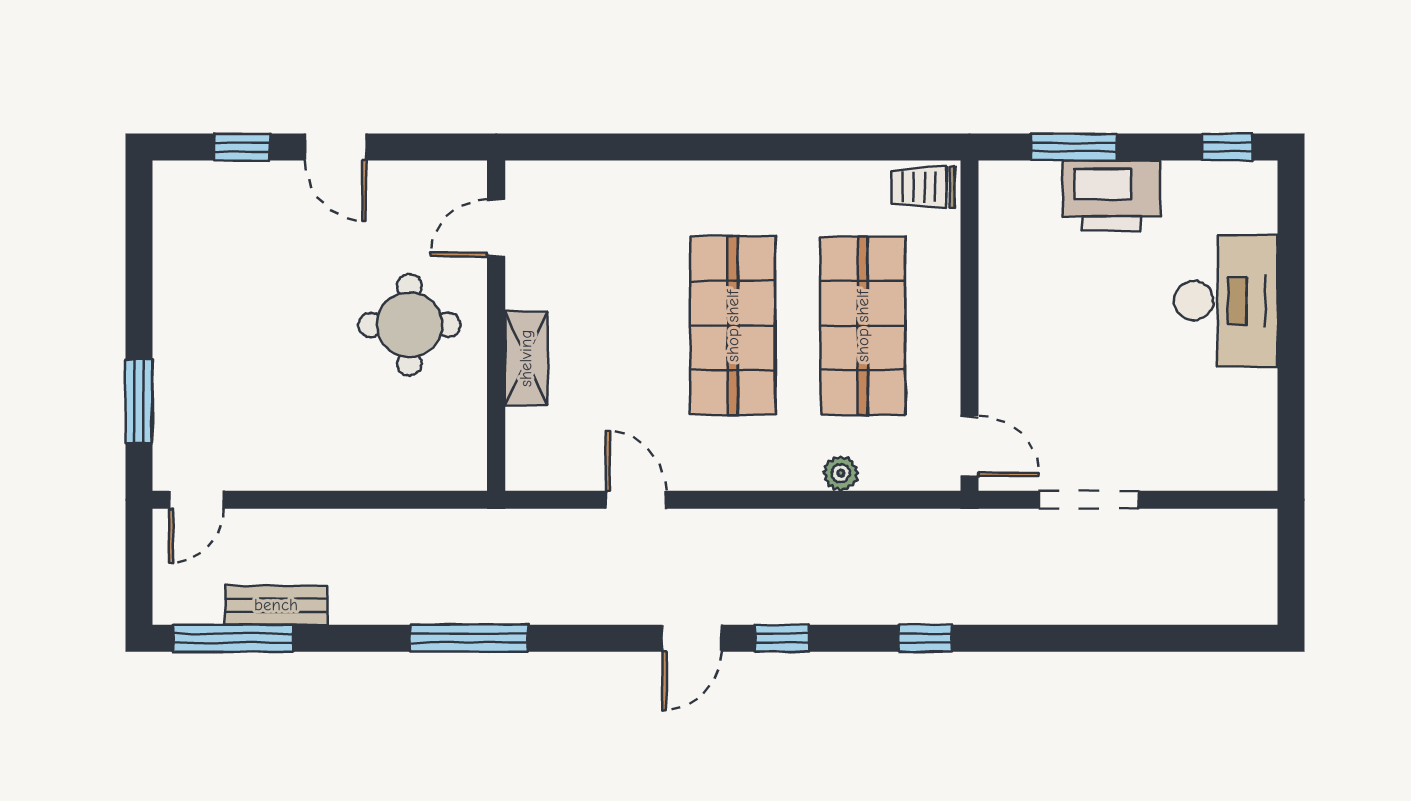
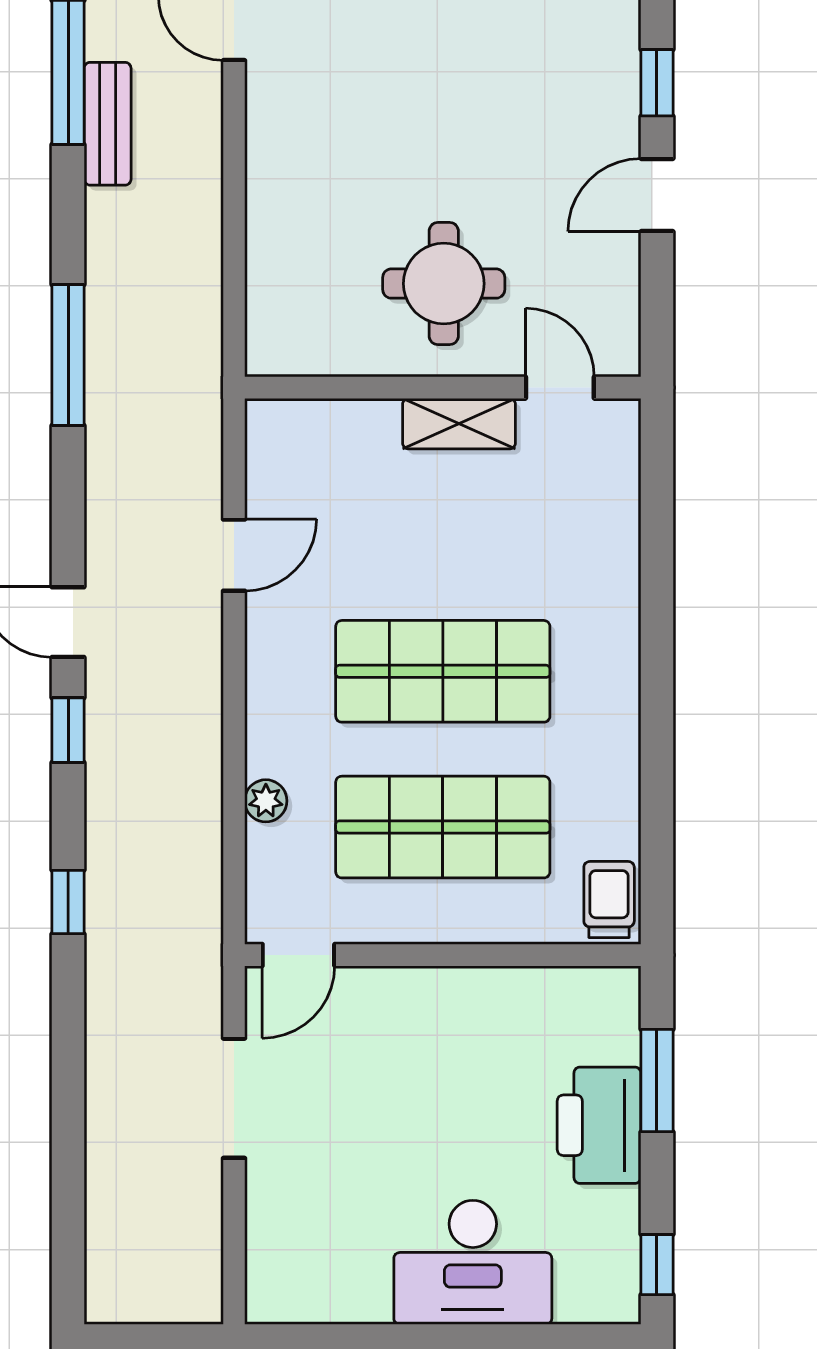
shelving: (526, 358) -> (459, 424), moved

